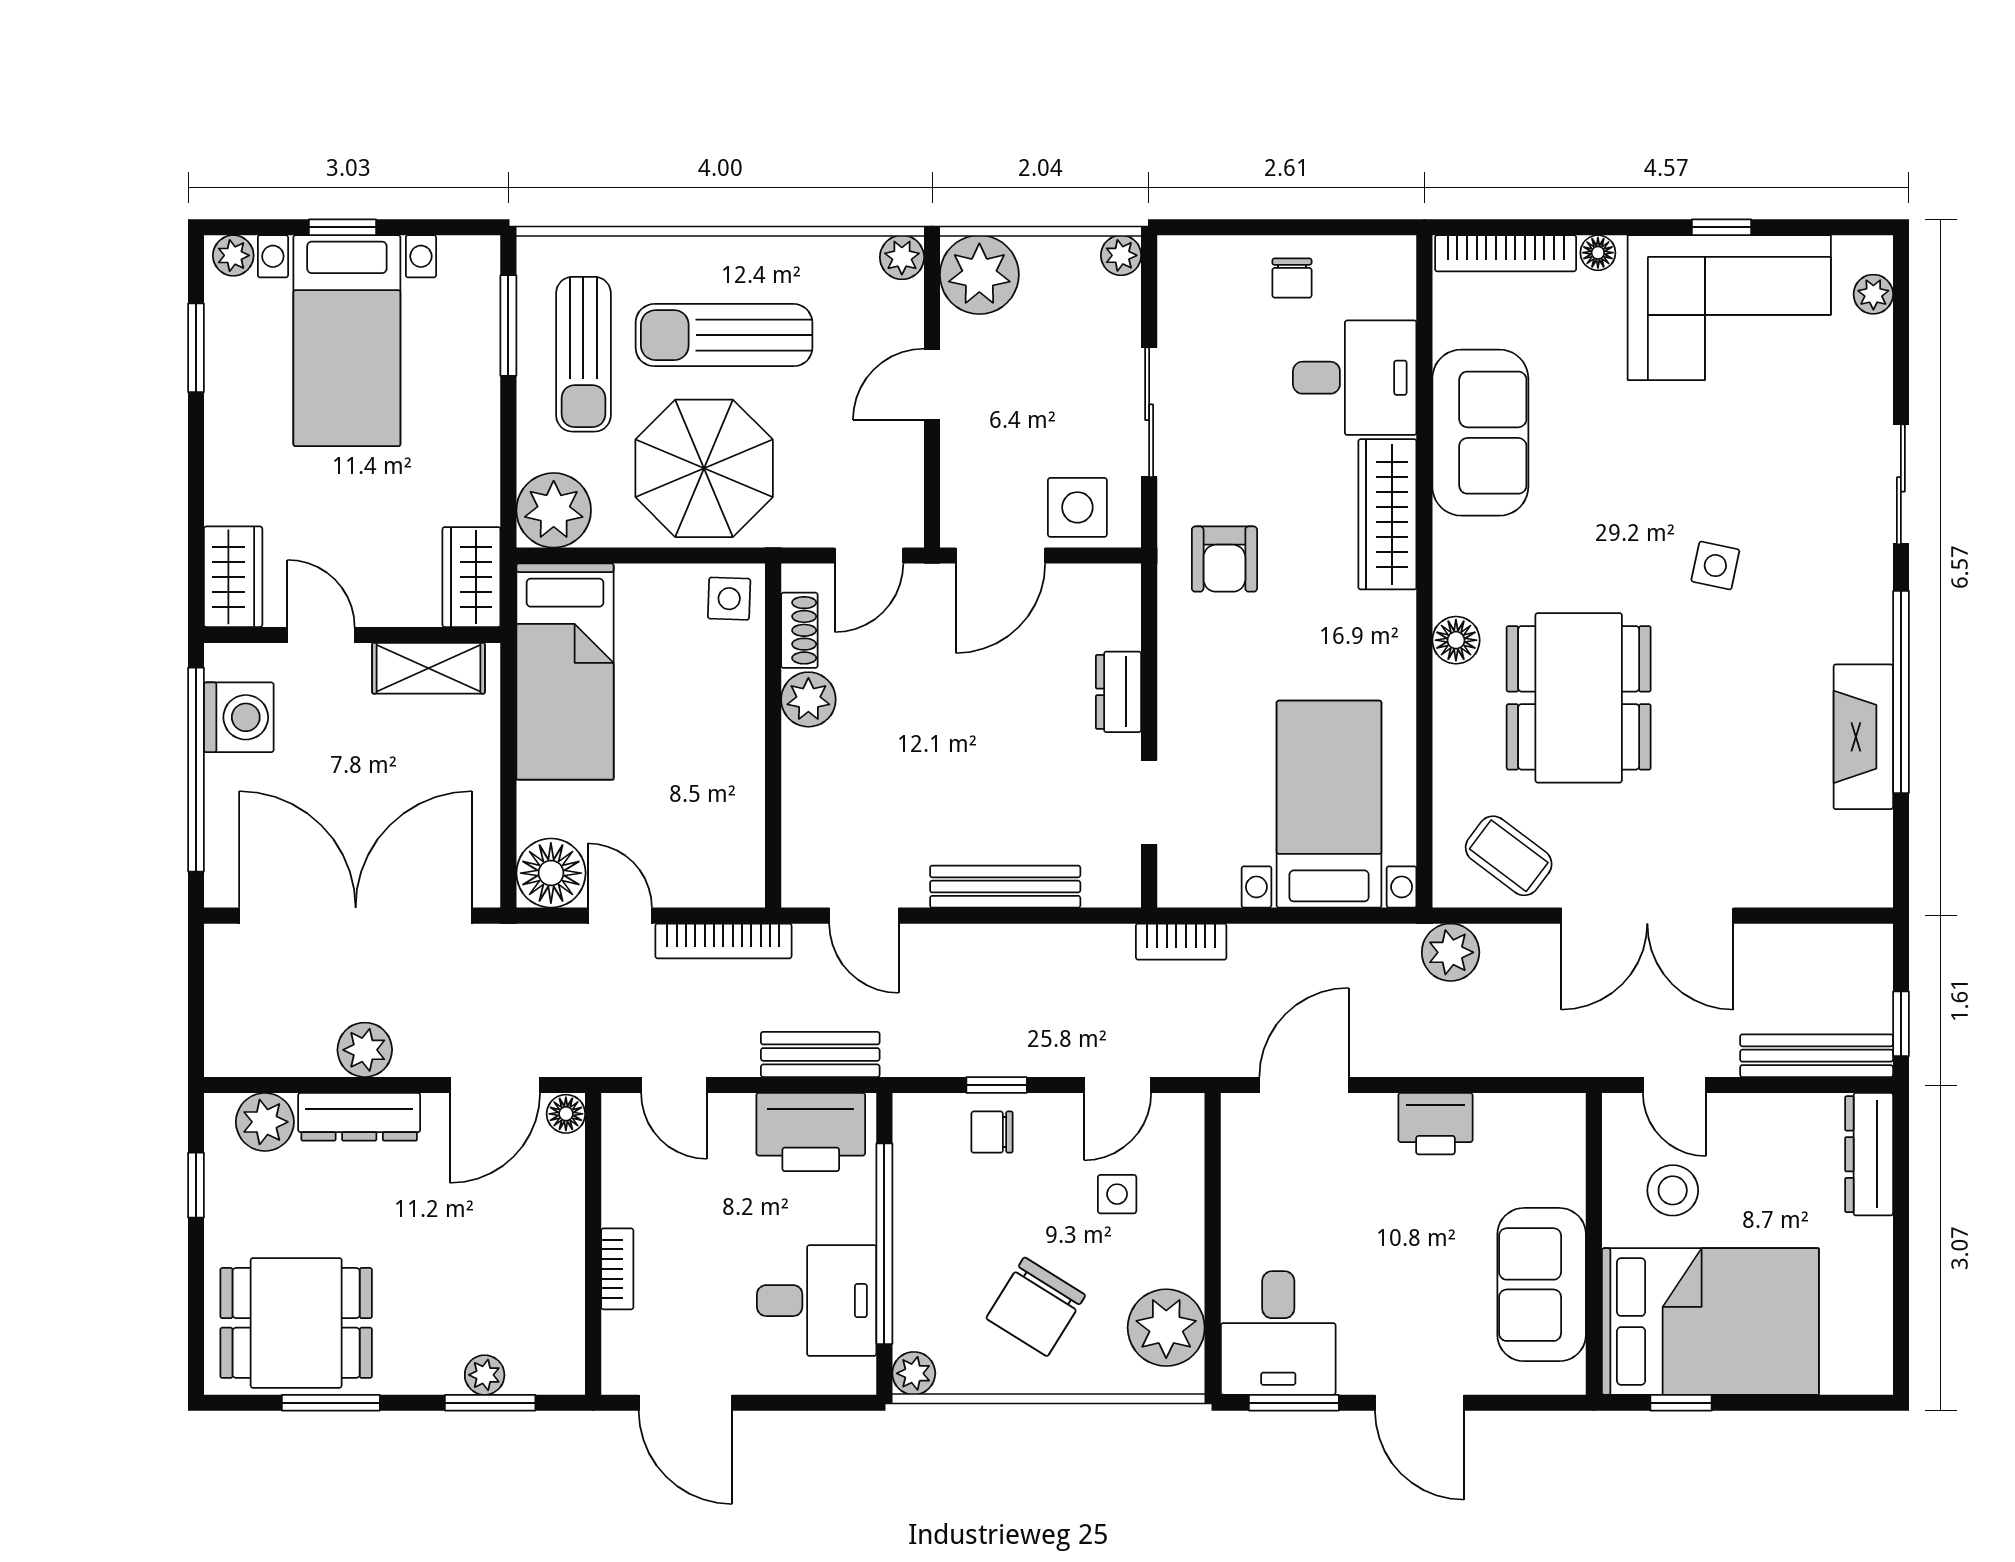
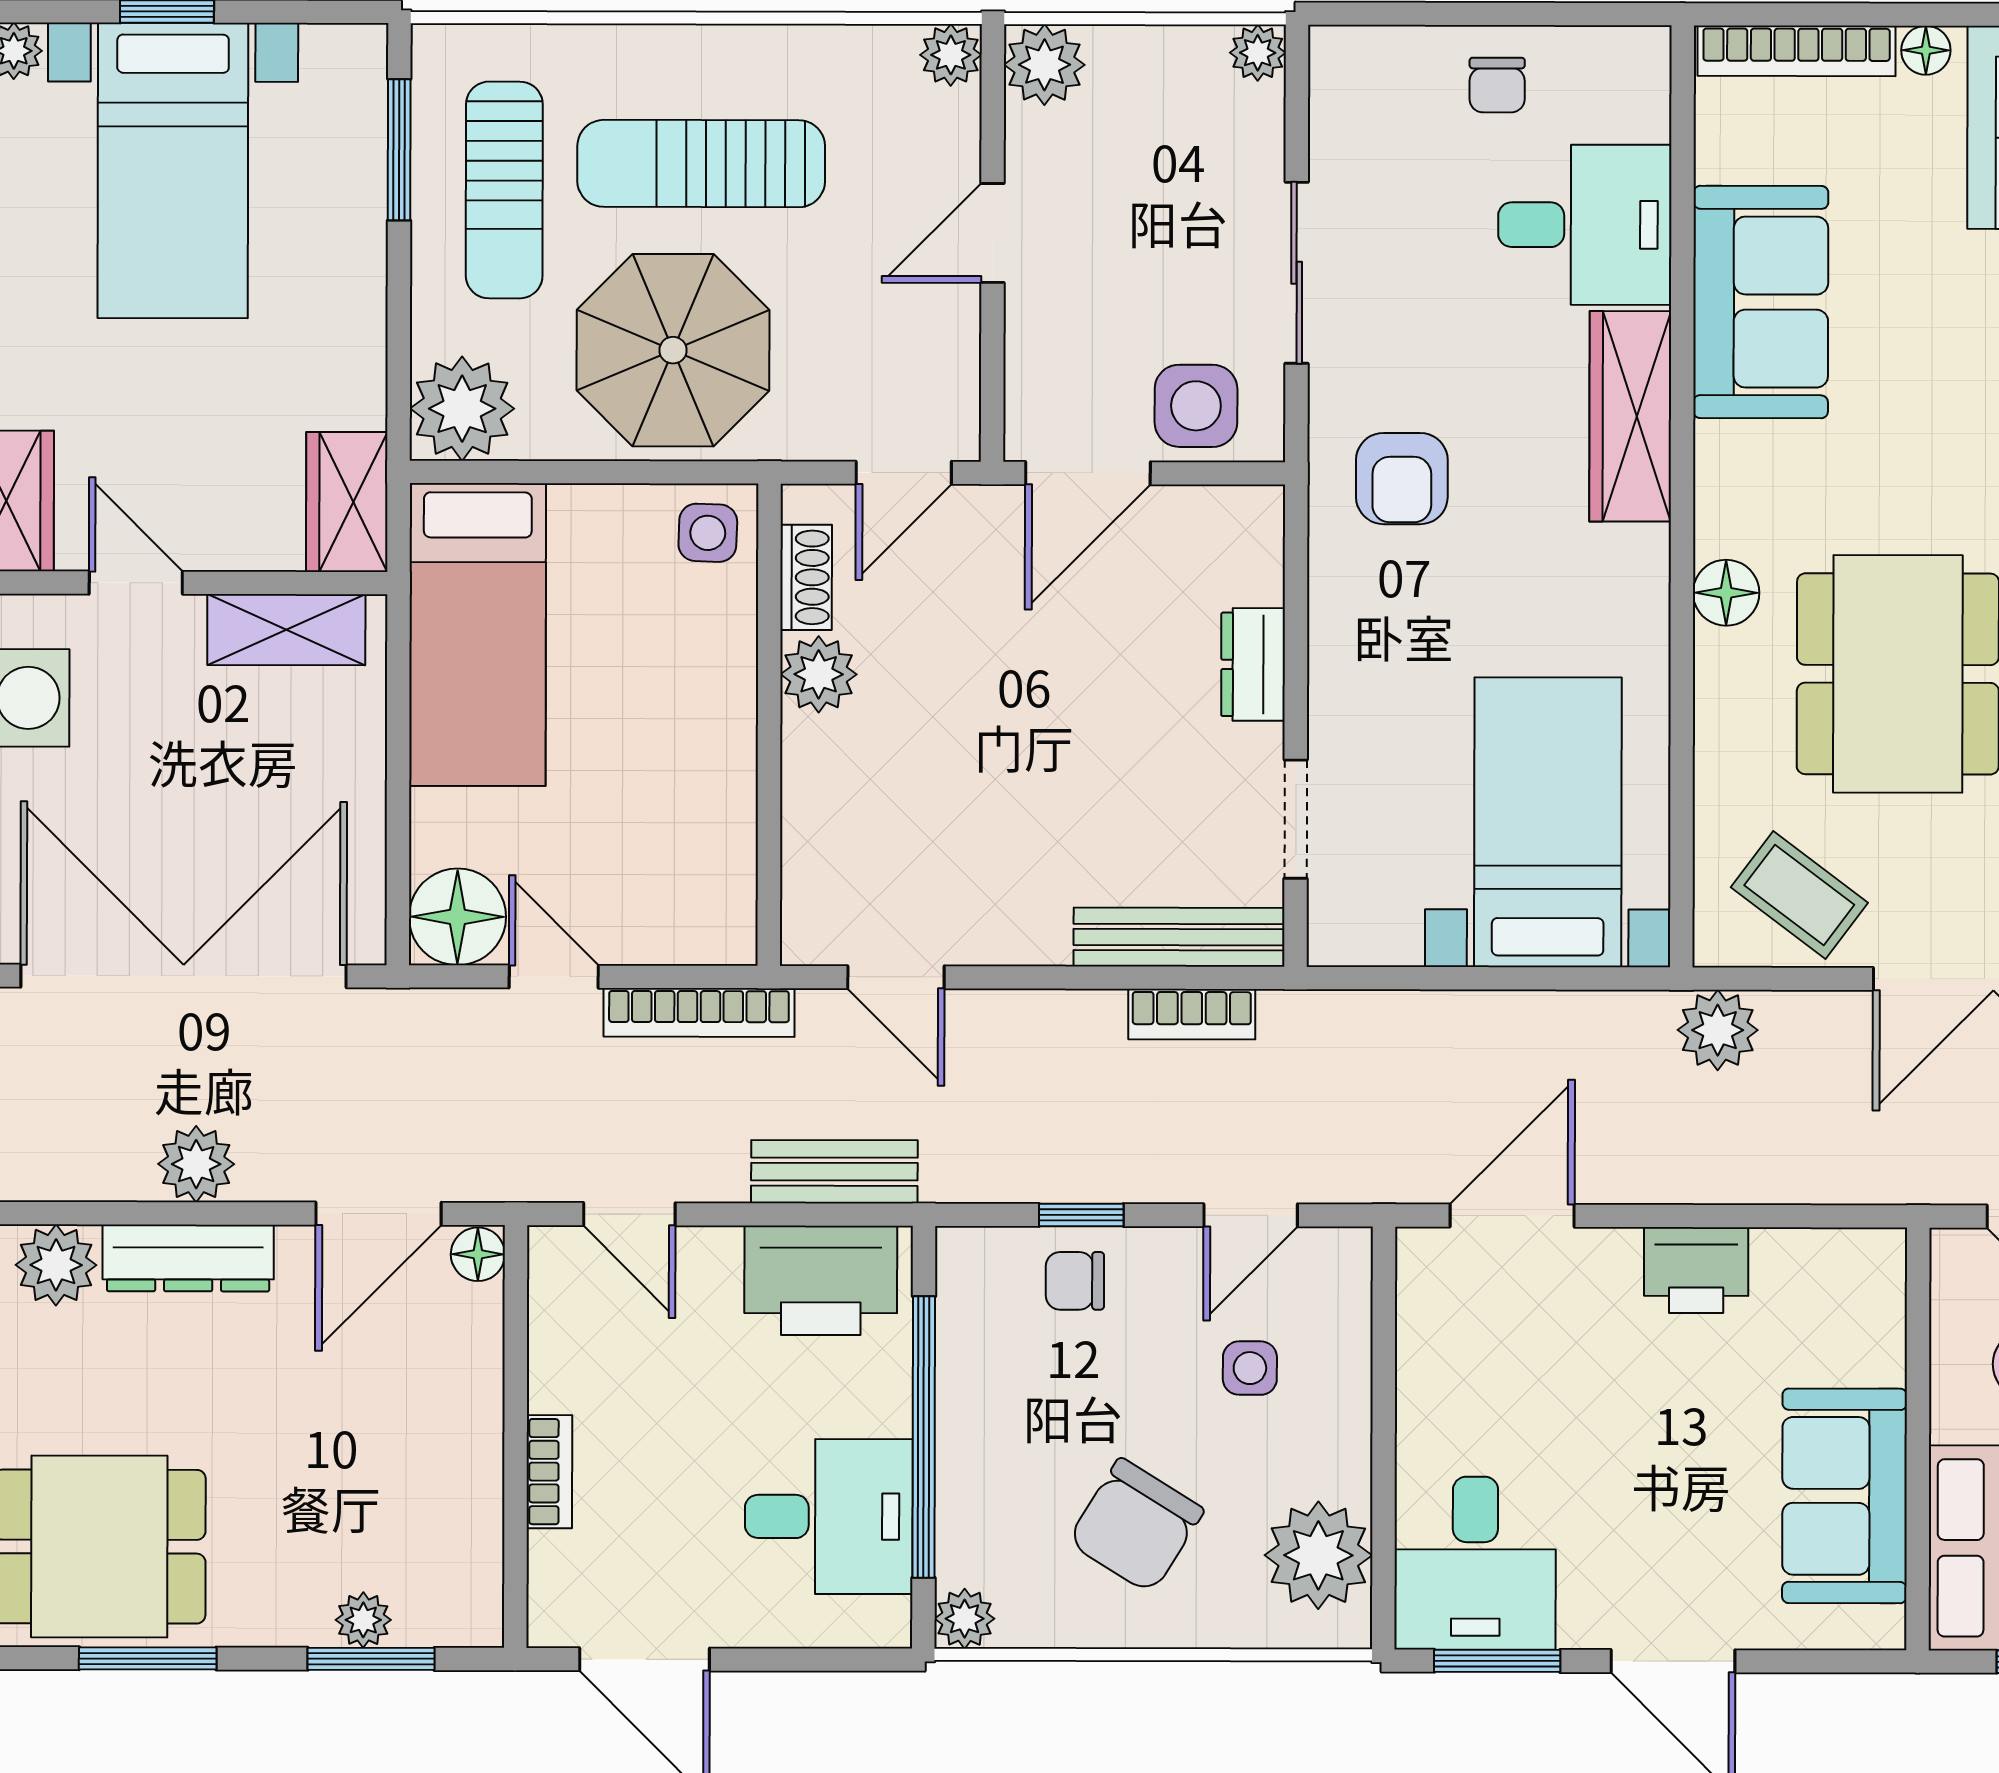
plant: (979, 275) -> (1044, 65), width x0.73, depth x0.73
bench: (1005, 887) -> (1179, 937), moved
bookcase: (1181, 942) -> (1192, 1014), moved

